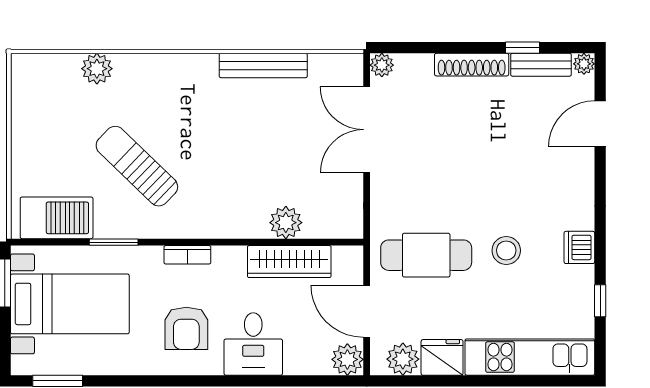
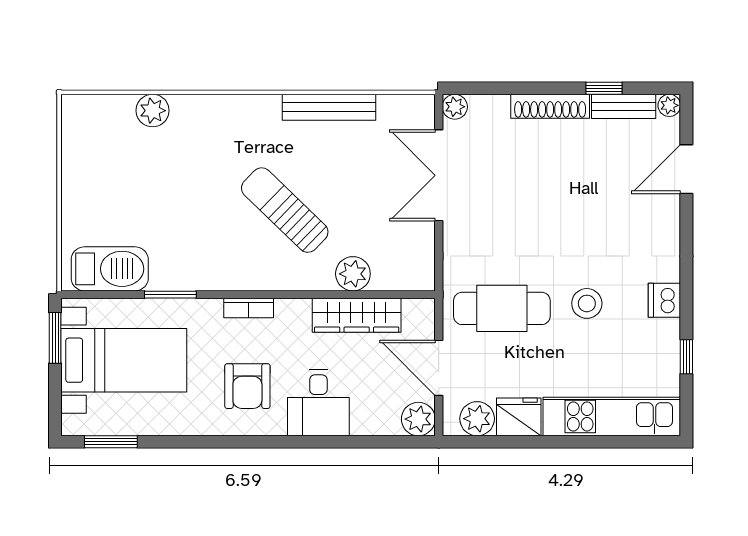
sun lounger: (137, 166) -> (285, 210), moved

